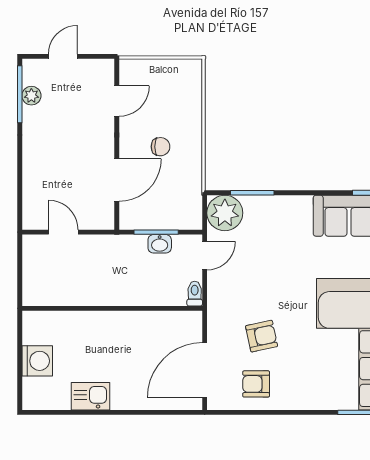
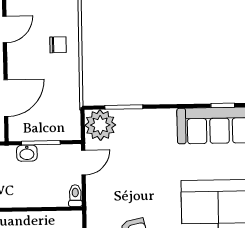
chair: (160, 147) -> (58, 45), moved
washbasin: (160, 244) -> (27, 153), moved

